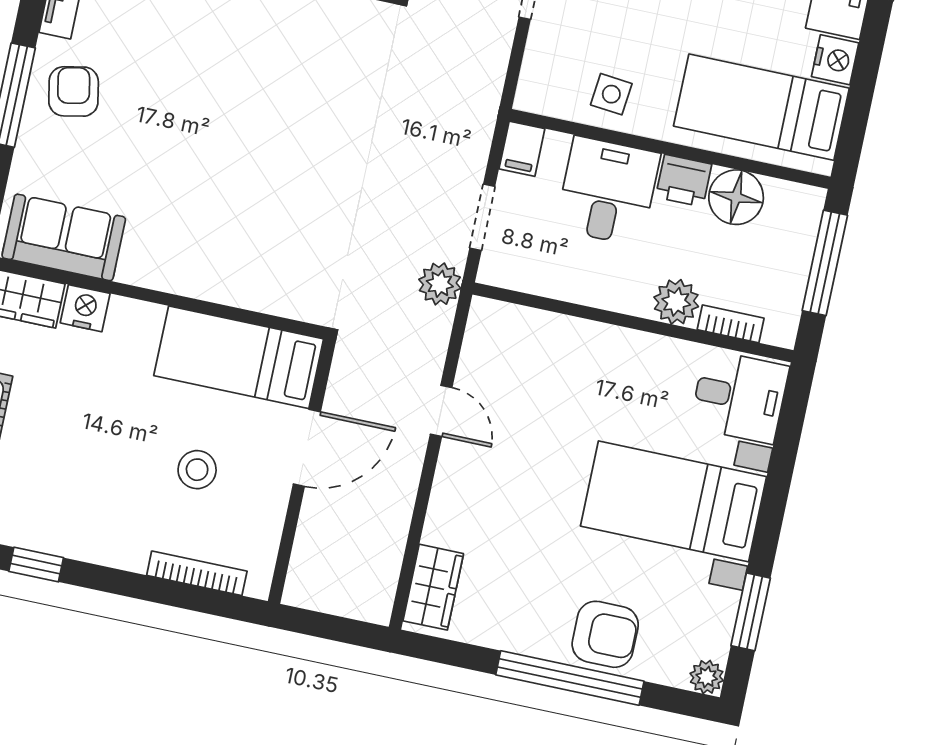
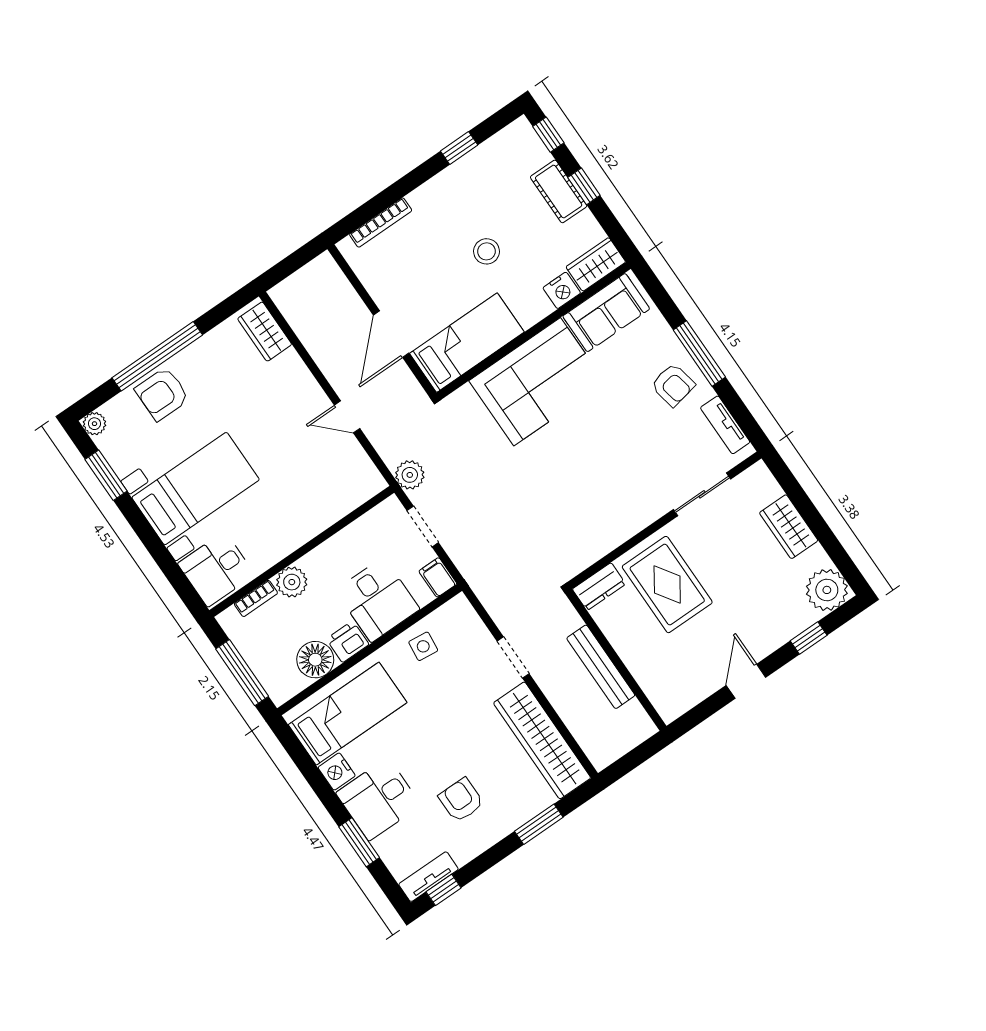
corner sofa: (209, 241) -> (537, 382), added
stool: (197, 470) -> (487, 251), moved

